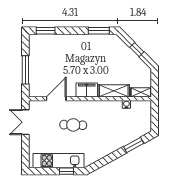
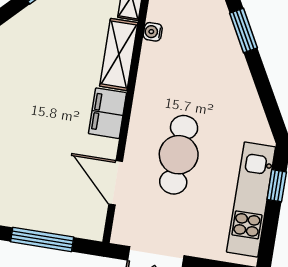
cafe table: (73, 125) -> (179, 155), width x1.37, depth x1.35

